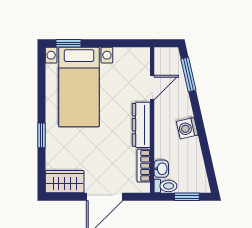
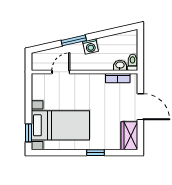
window: (188, 74) -> (74, 40), moved
door: (152, 88) -> (61, 72), hinge flipped
dresser: (141, 125) -> (88, 80), removed
window: (187, 197) -> (140, 47), removed

